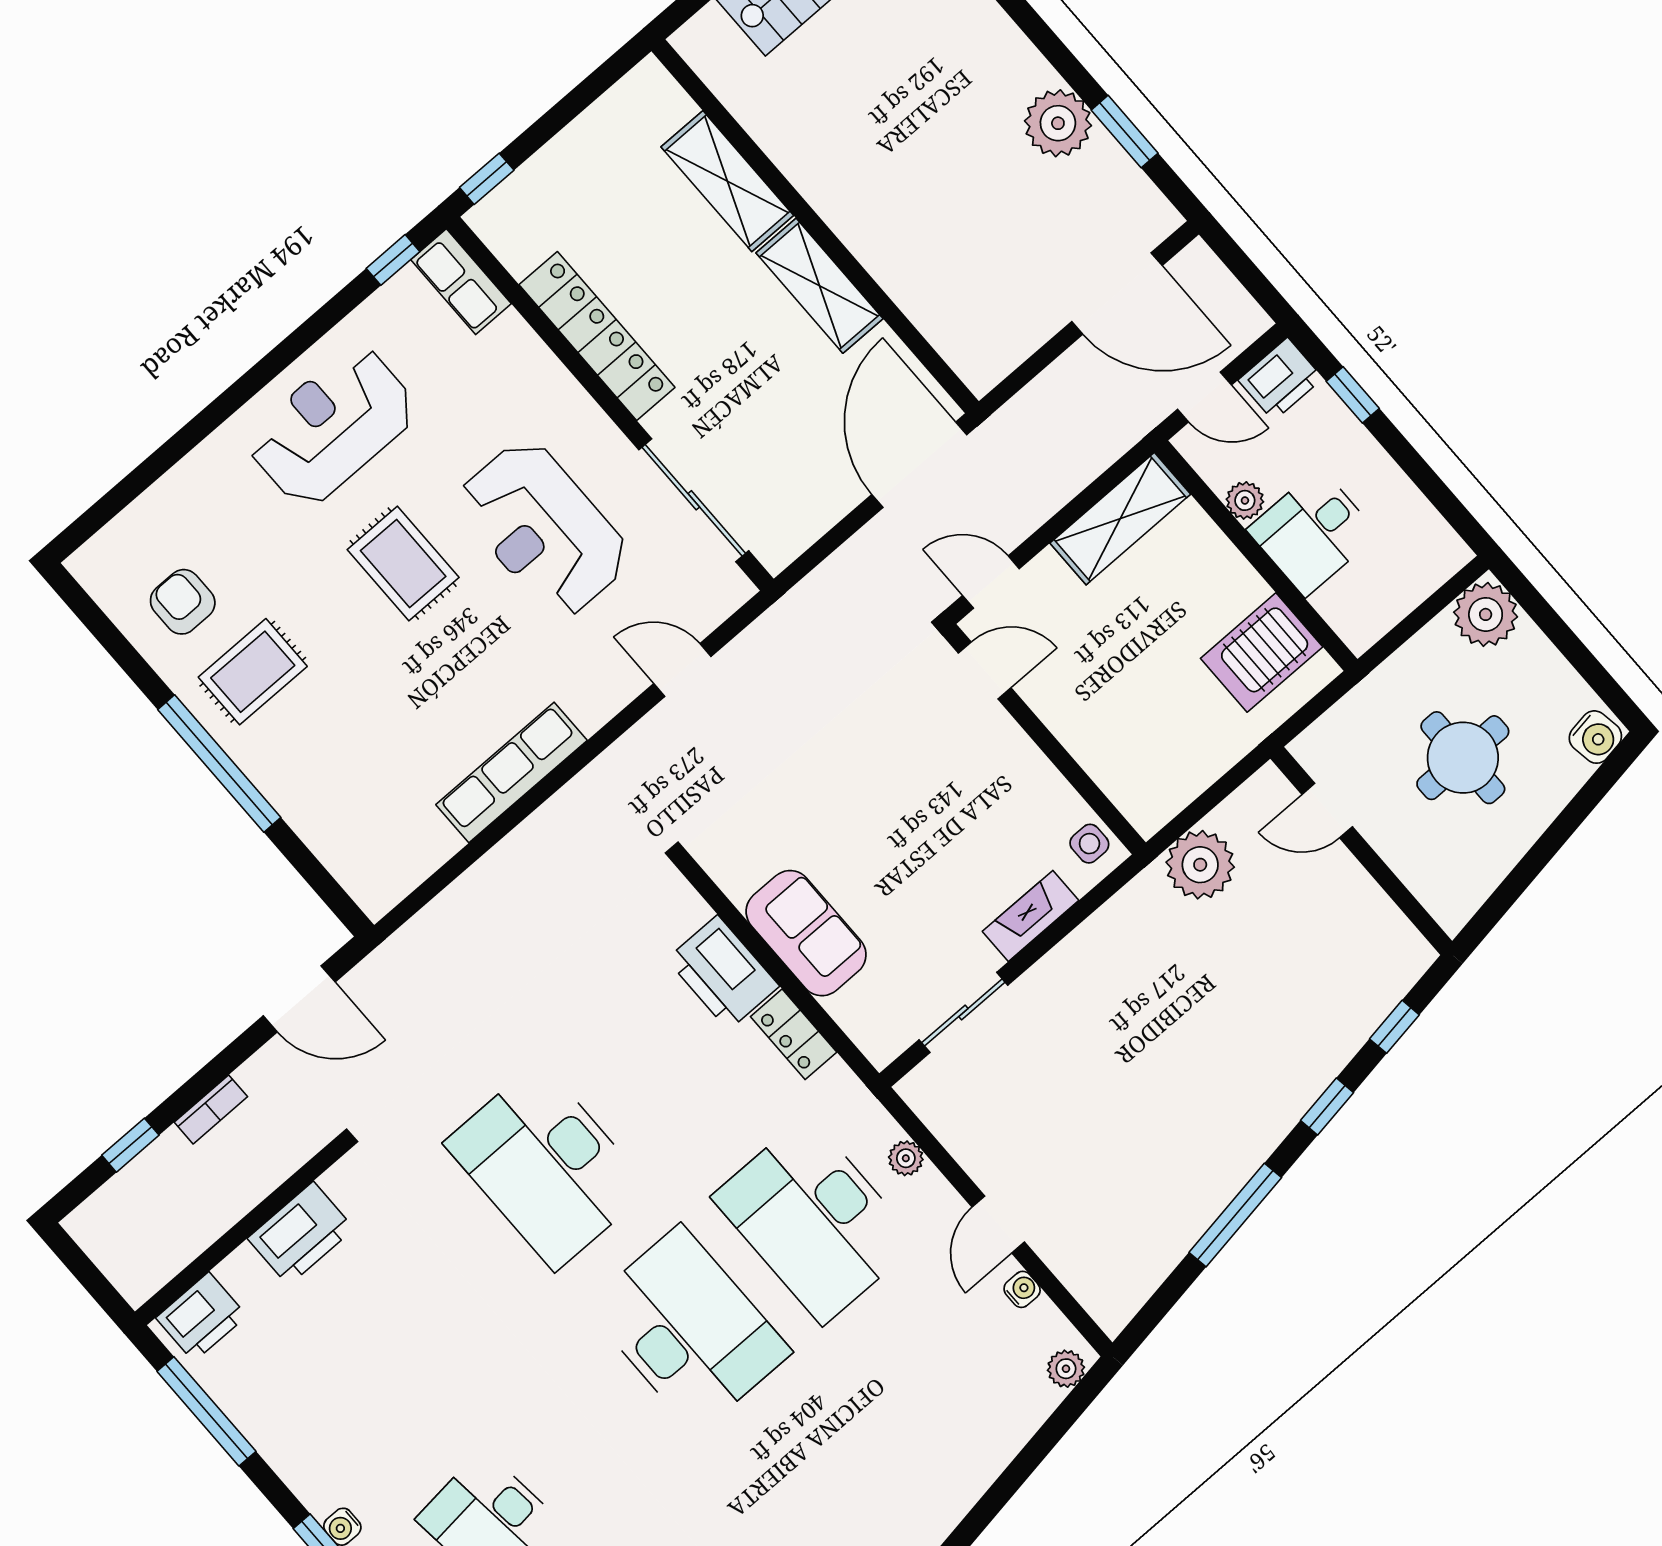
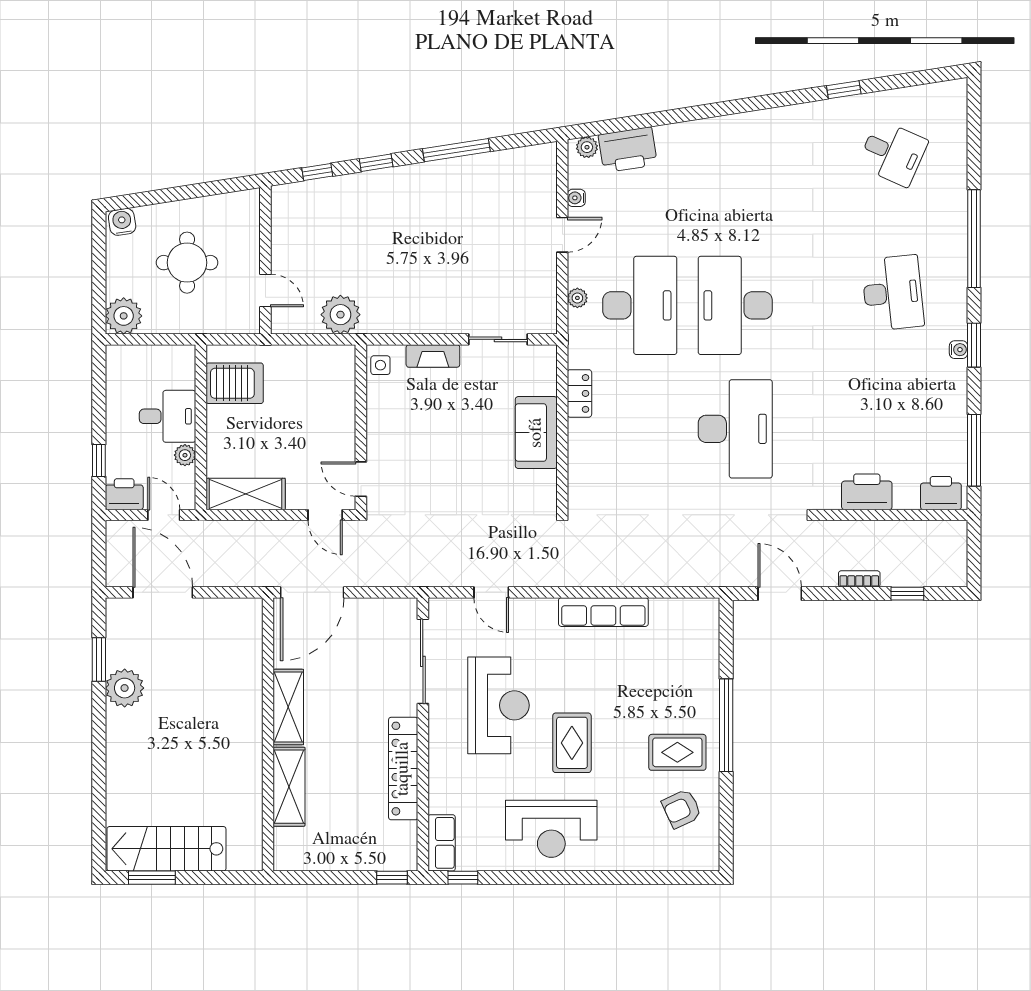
armchair: (183, 602) -> (682, 809), turned 65
printer: (723, 973) -> (628, 150), moved, turned 81

